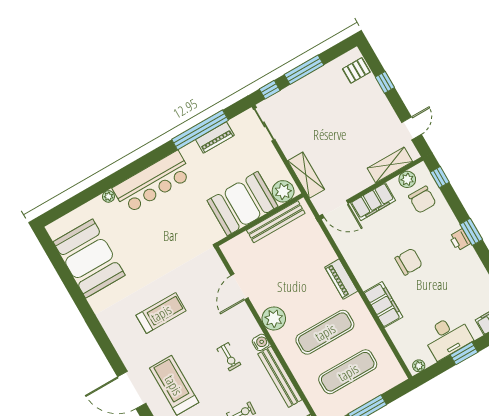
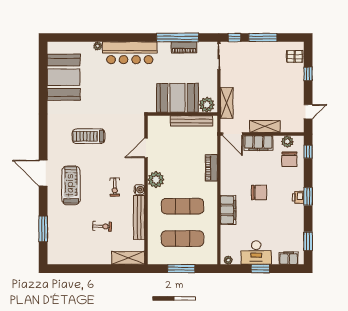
shelving: (390, 165) -> (265, 126), moved
piano: (341, 279) -> (211, 168), moved
treadmill: (161, 313) -> (89, 136), turned 180

